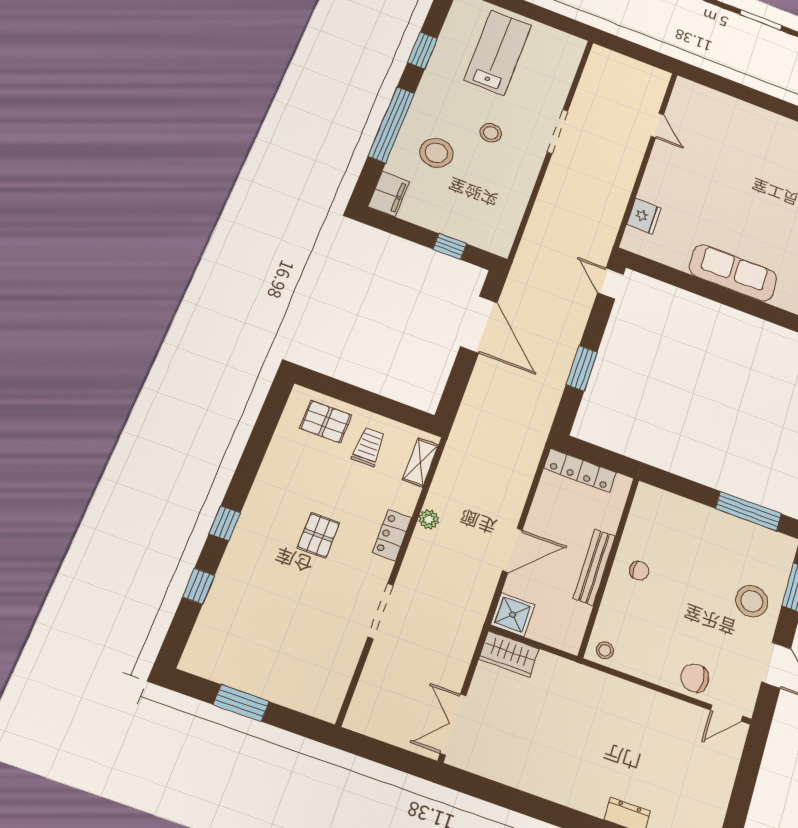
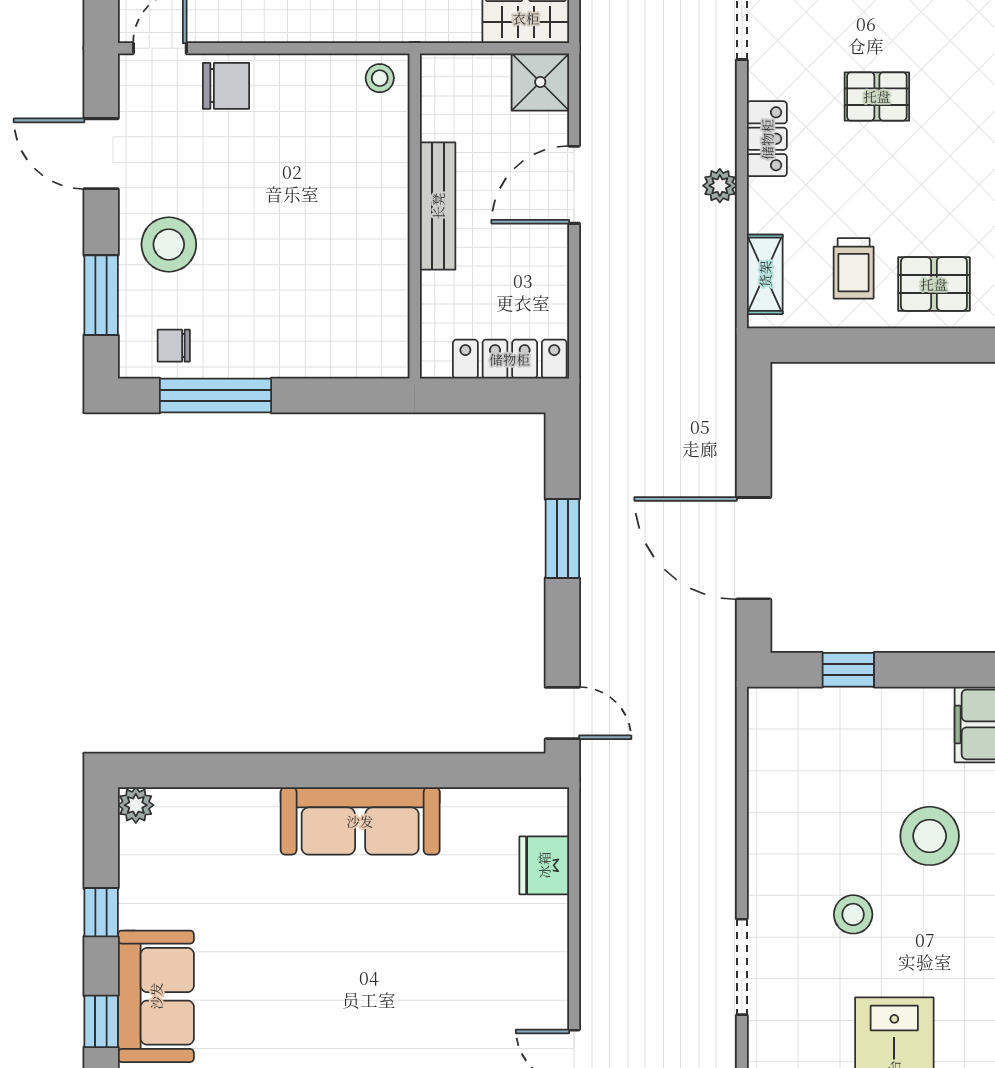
pallet: (319, 535) -> (877, 96), turned 90
chair: (639, 571) -> (174, 346), moved

